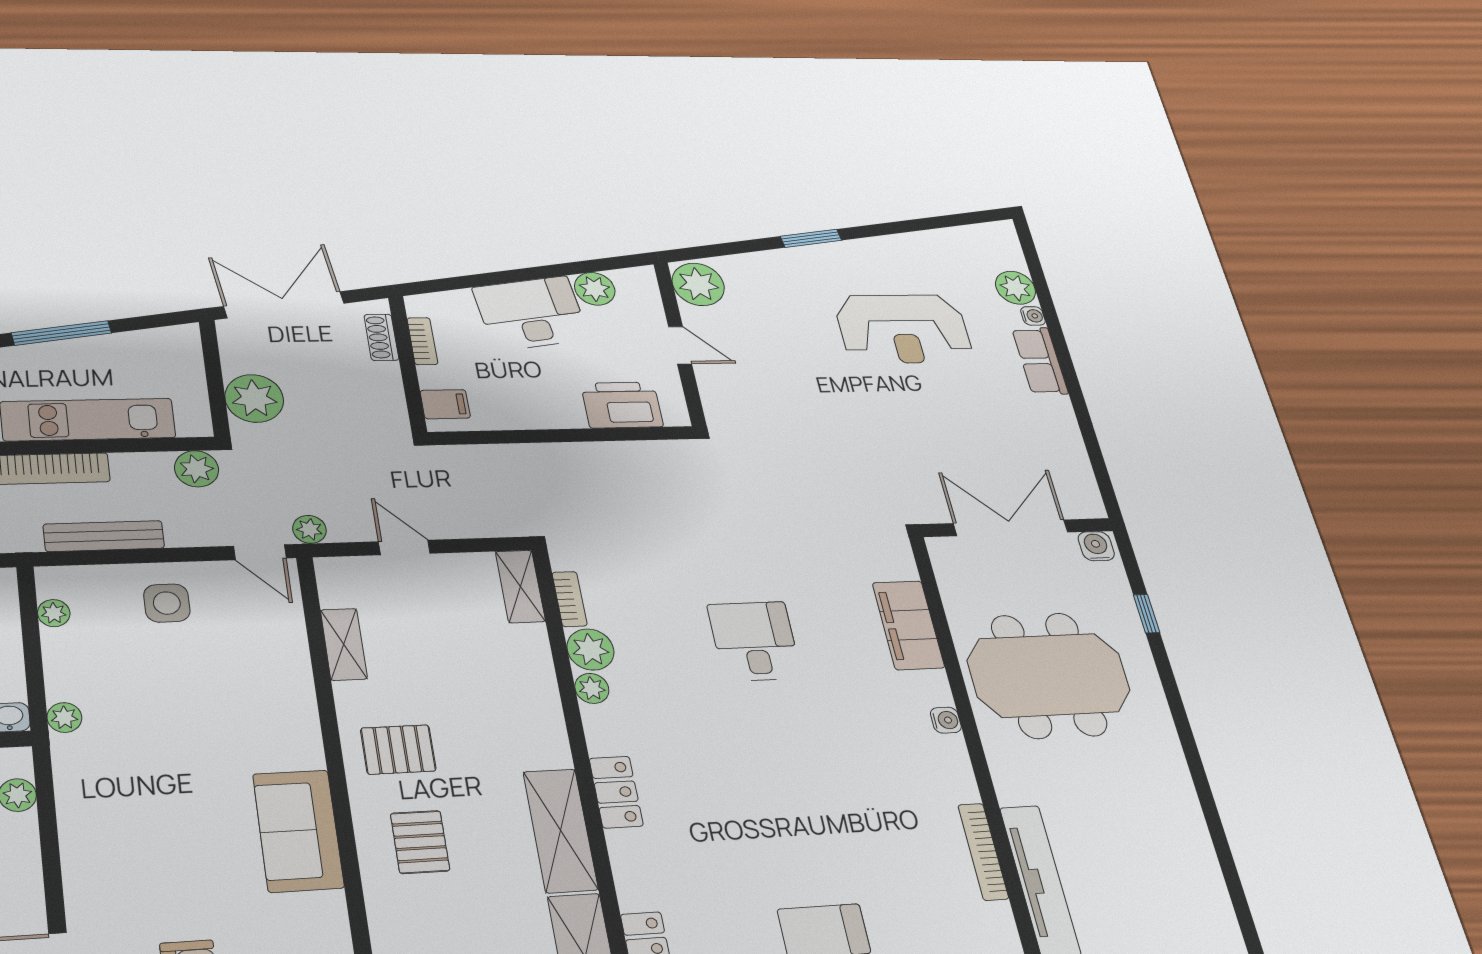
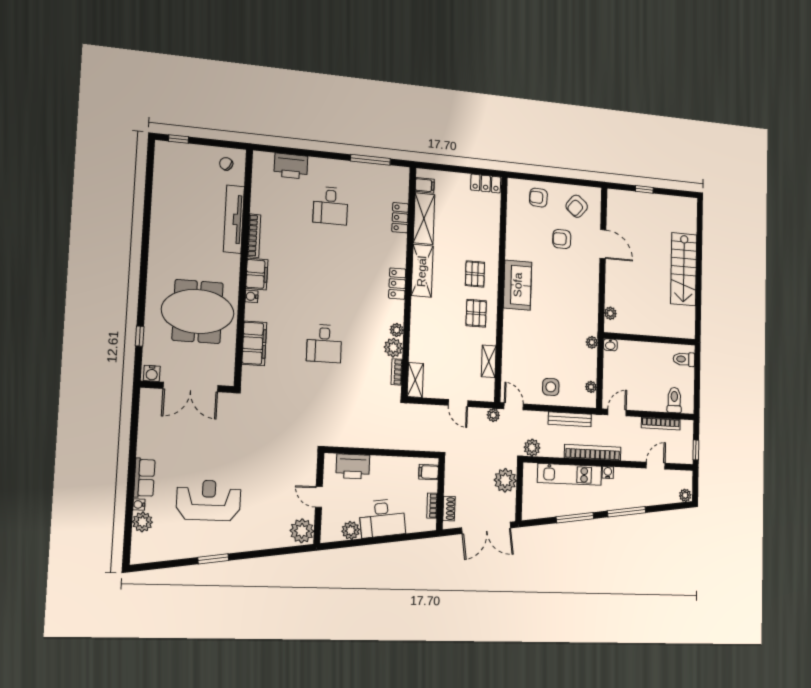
window: (811, 238) -> (213, 559), moved
pallet: (398, 750) -> (476, 313), turned 90
filing cabinet: (950, 769) -> (257, 274), added

